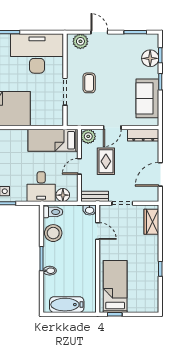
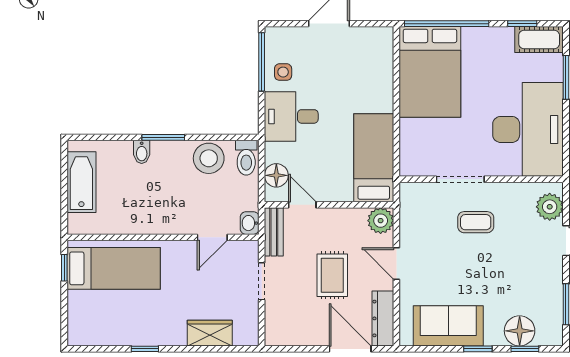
rug: (106, 161) -> (332, 275), moved, turned 90
door: (79, 166) -> (302, 205), moved
door: (160, 174) -> (350, 349), moved
desk: (41, 187) -> (291, 116), moved
wardrobe: (151, 222) -> (210, 333), moved

